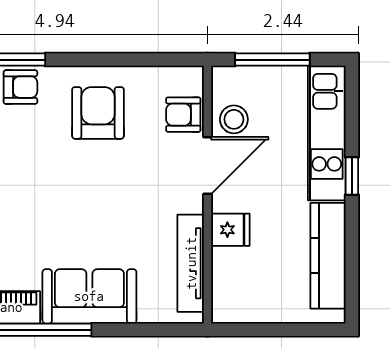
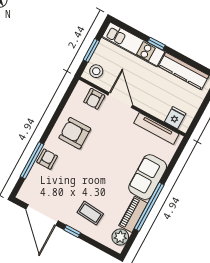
window: (272, 60) -> (91, 50), width x0.69
stool: (234, 119) -> (96, 71), moved
fridge: (230, 230) -> (175, 118), moved

